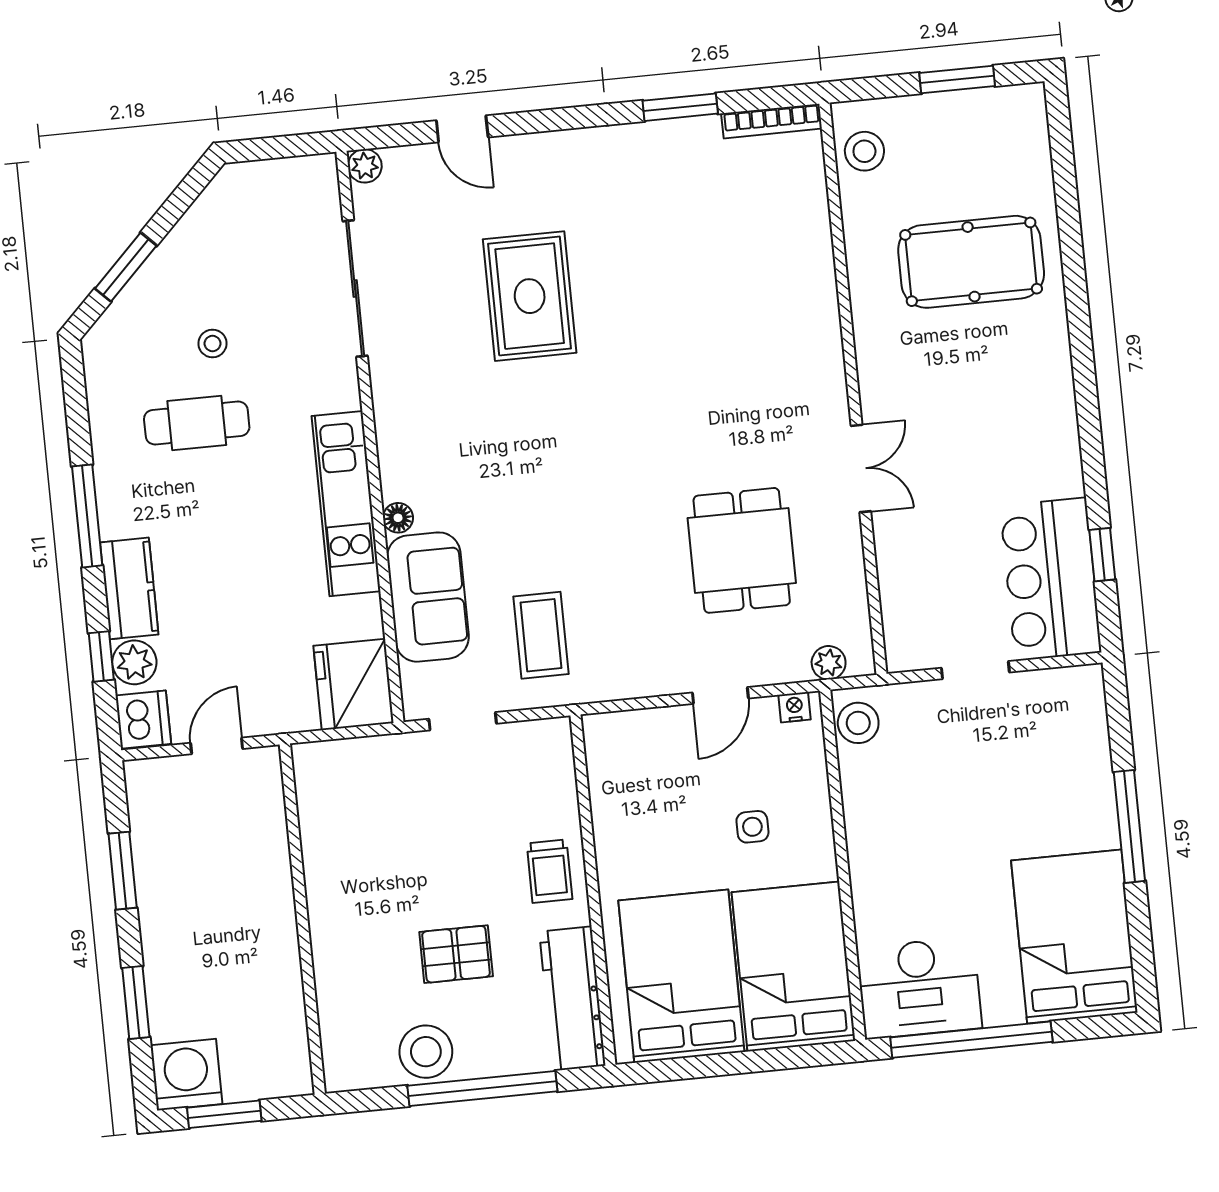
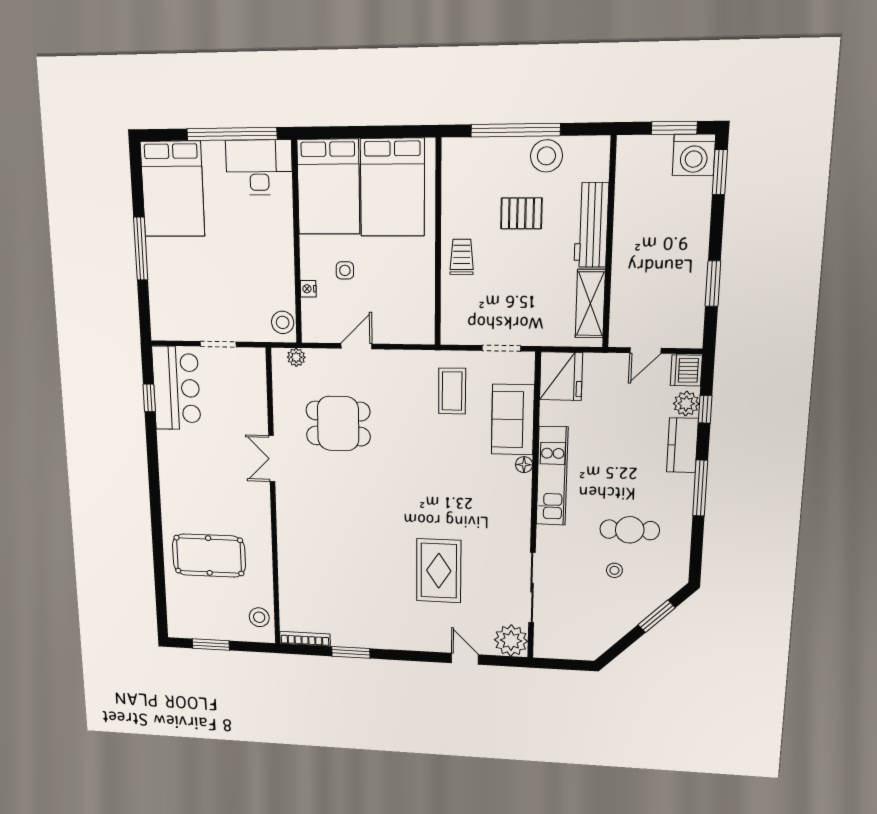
plant: (365, 166) -> (511, 641), width x1.87, depth x1.87
dining table: (742, 550) -> (338, 424), turned 90
nightstand: (795, 707) -> (308, 289), moved, turned 90
shelving: (321, 815) -> (590, 304), added
workbench: (572, 999) -> (591, 225), moved, turned 180
window: (136, 1003) -> (720, 172), moved

